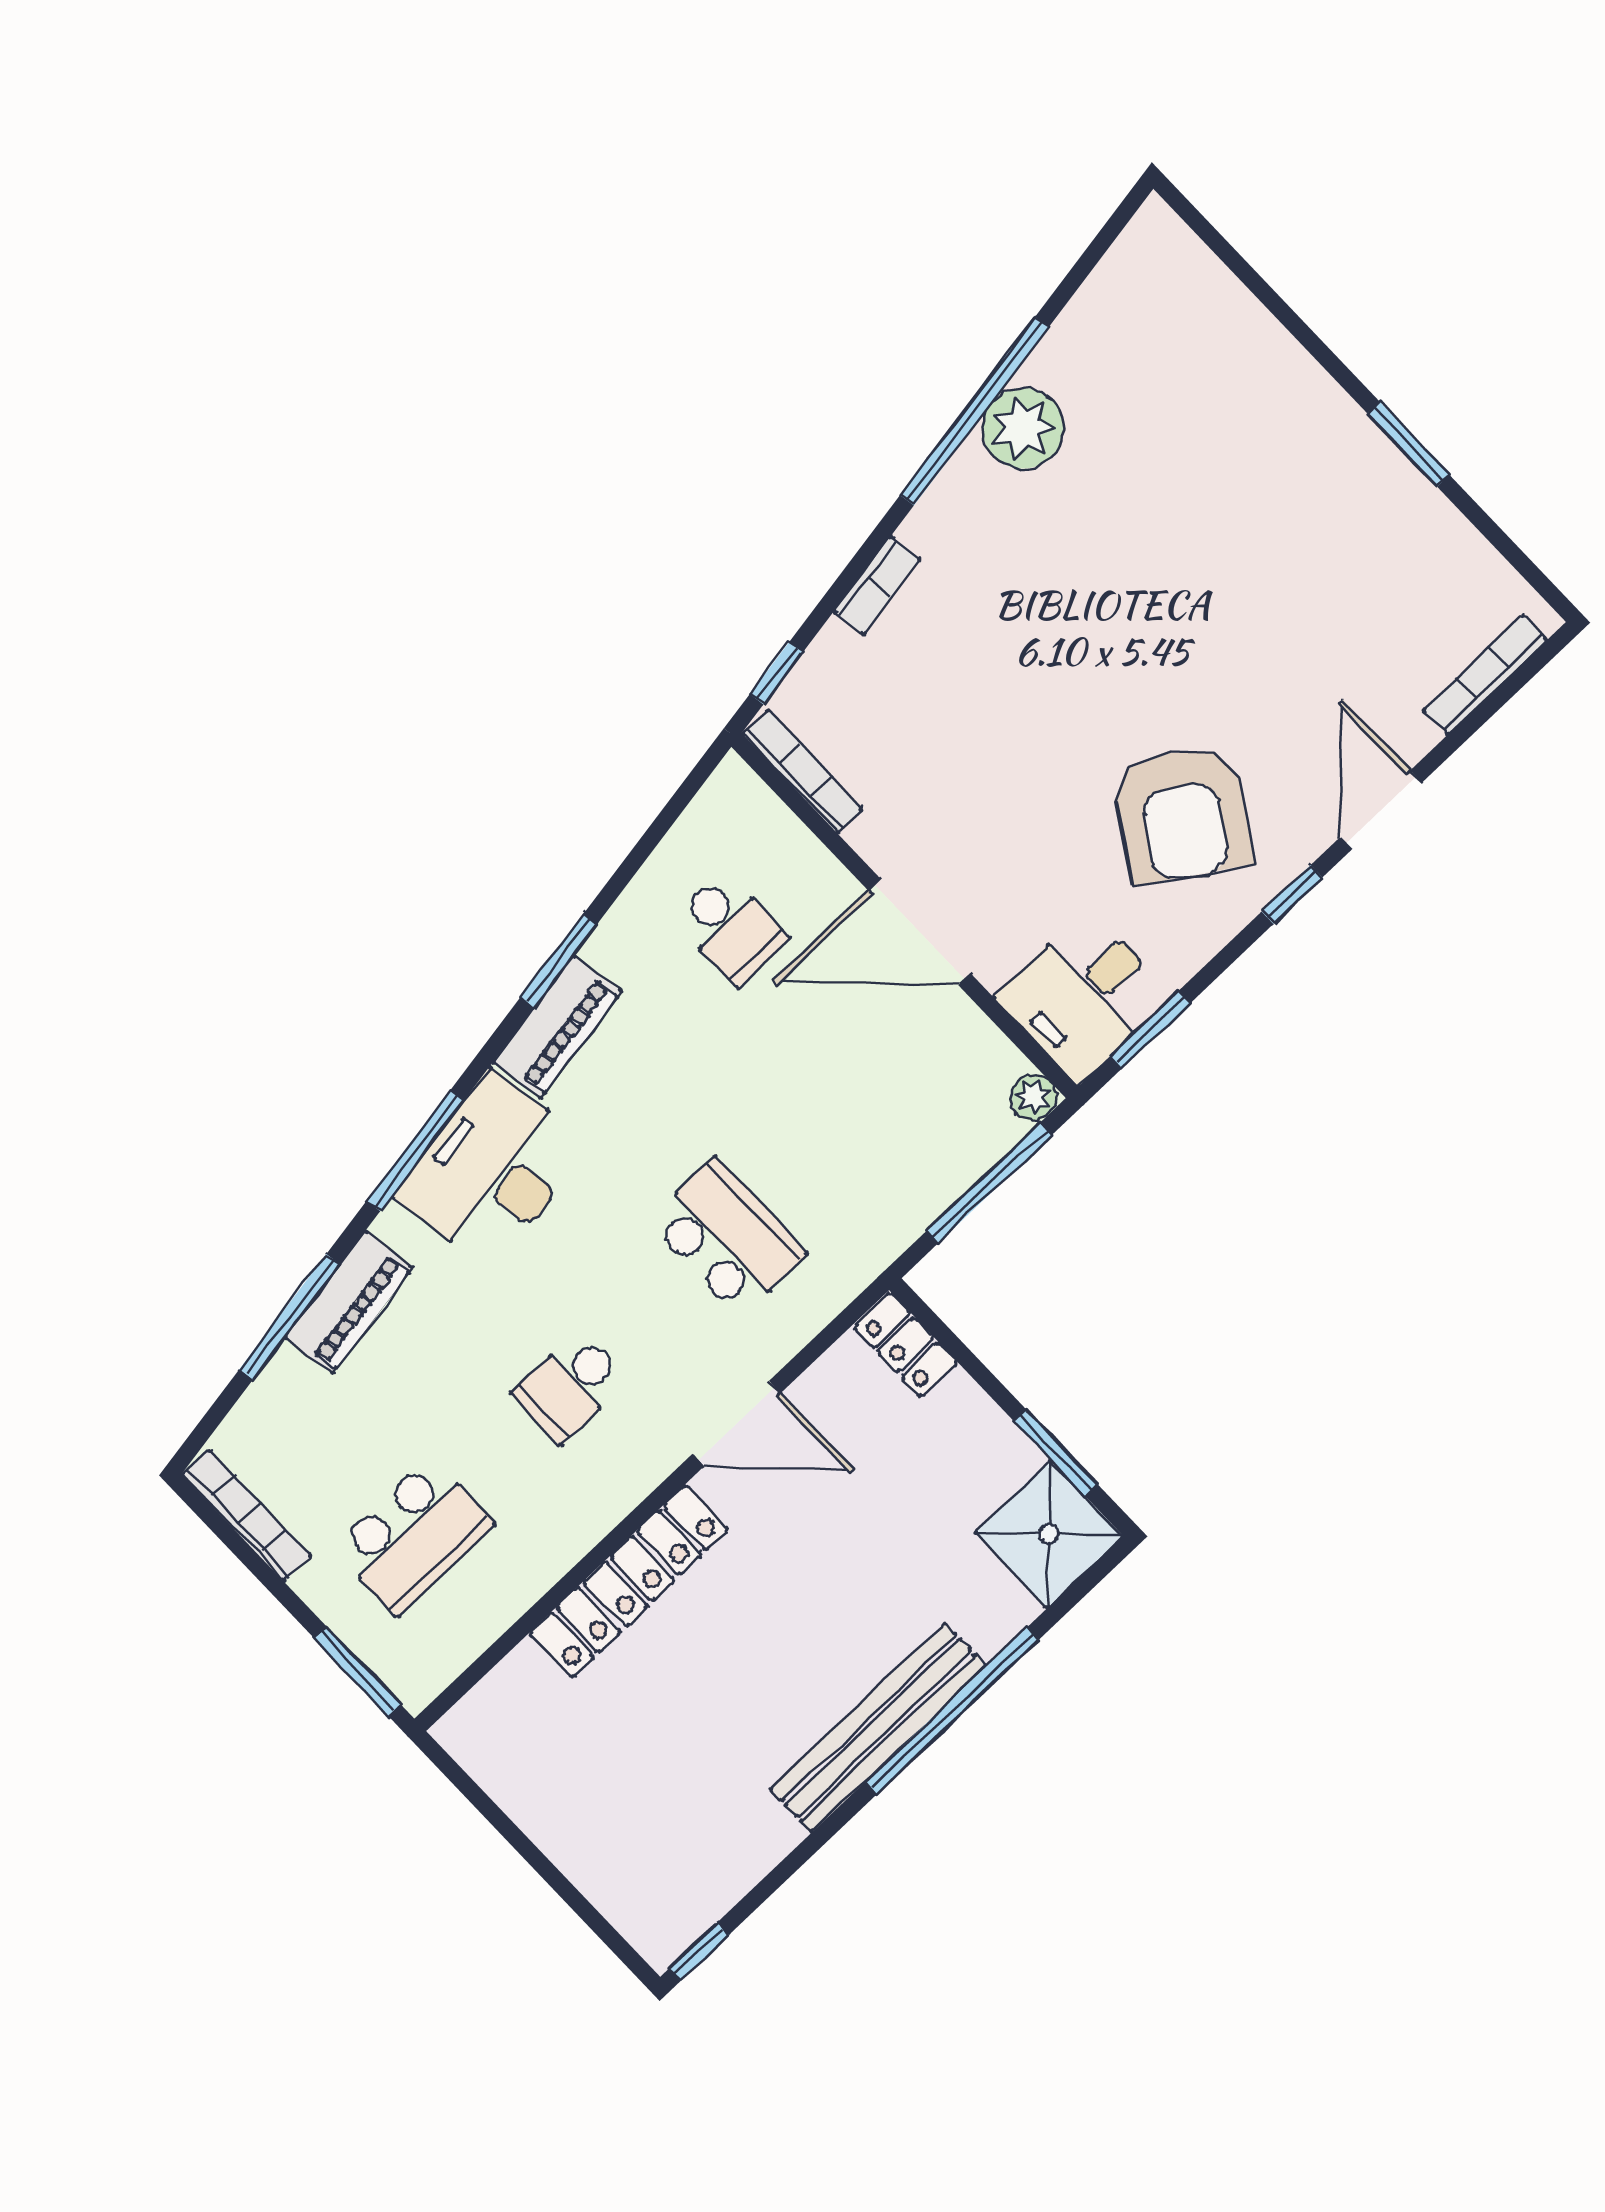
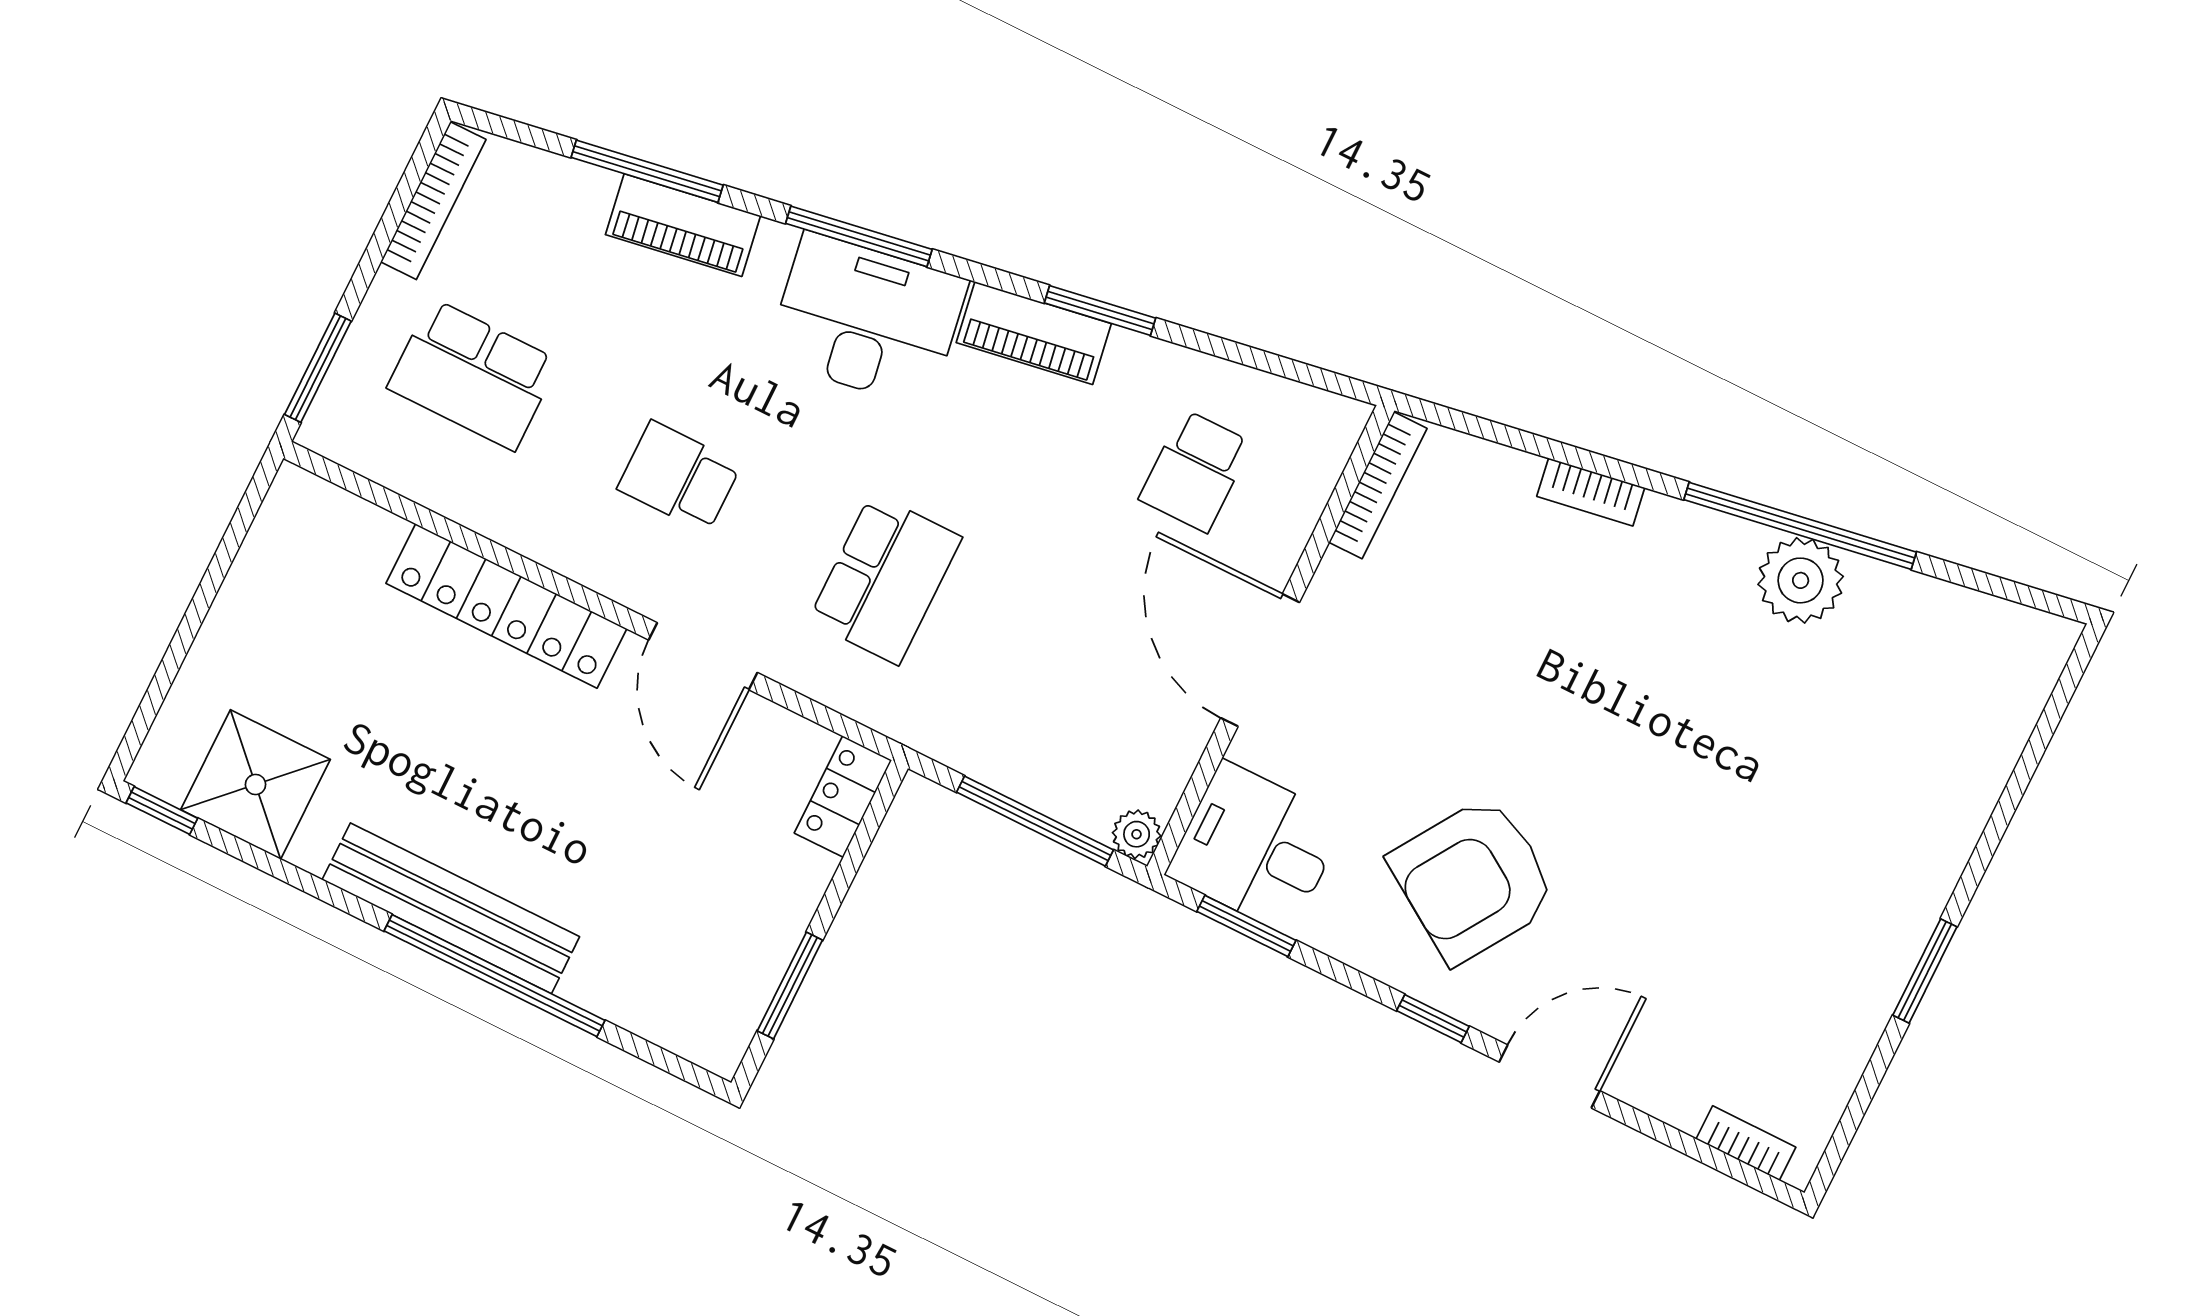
window: (776, 673) -> (1467, 423), removed
bookcase: (1485, 675) -> (1746, 1143), width x0.64
shower: (1049, 1534) -> (256, 784), moved

